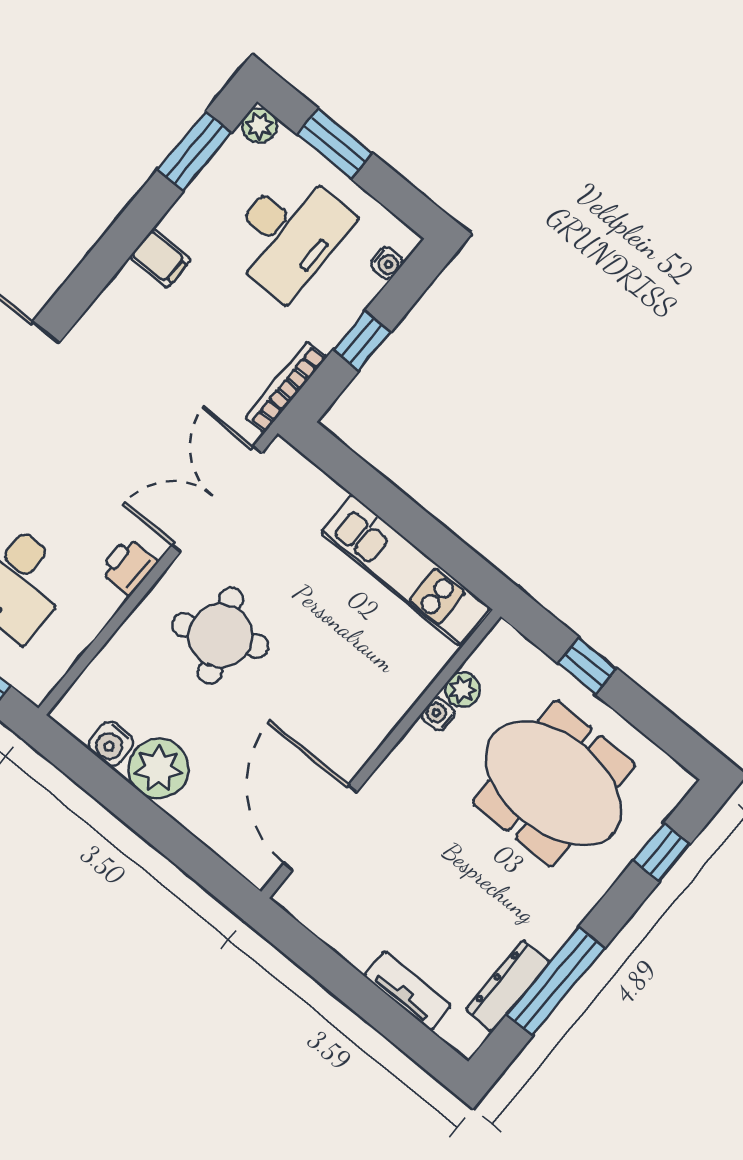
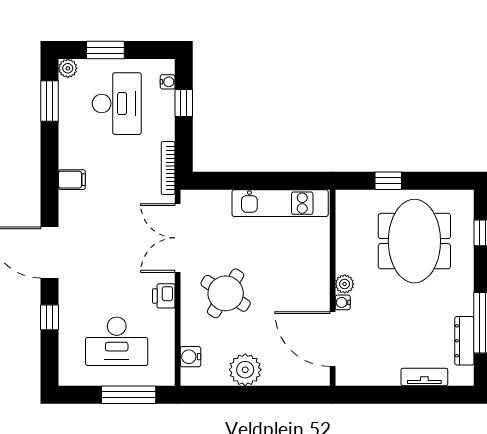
filing cabinet: (160, 258) -> (72, 180), moved
window: (362, 341) -> (184, 103), moved
round table: (220, 636) -> (226, 293), turned -35
plant: (462, 690) -> (345, 284), moved
water cooler: (438, 714) -> (343, 302), moved
water cooler: (111, 744) -> (190, 357), moved, turned 90
meeting table: (554, 783) -> (414, 241), turned 90

